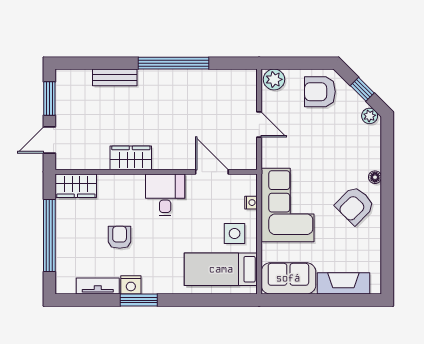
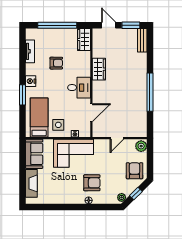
bench: (115, 77) -> (142, 40), moved
armchair: (355, 205) -> (92, 183), moved, turned 135
nightstand: (131, 285) -> (31, 81), moved
window: (139, 300) -> (23, 95), moved

